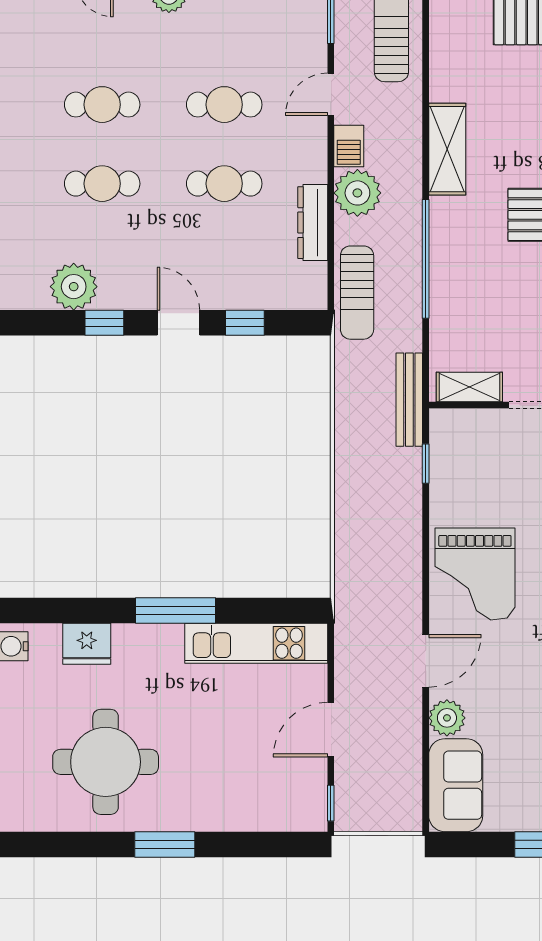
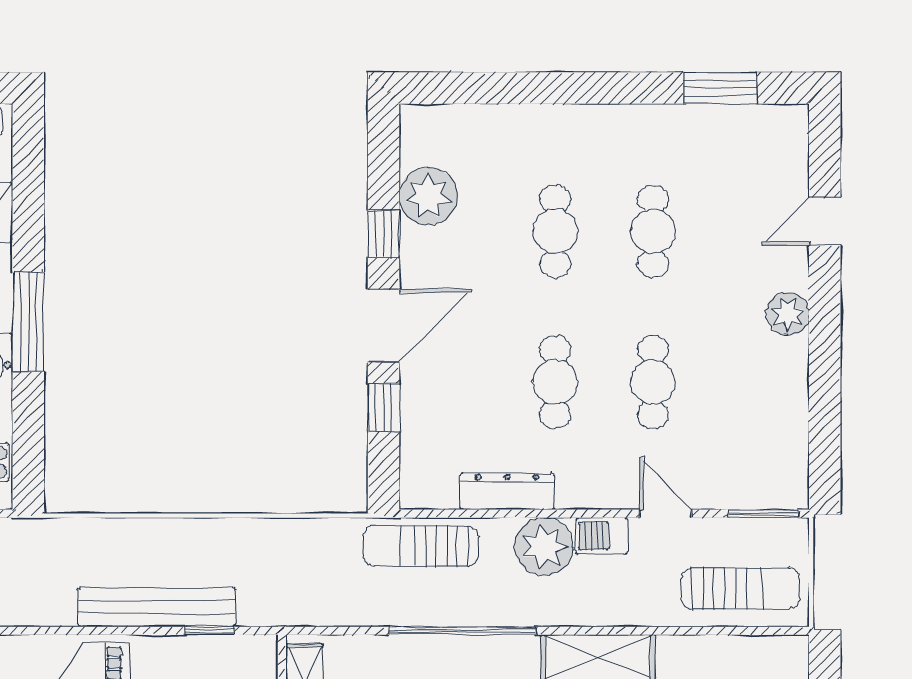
door: (178, 323) -> (384, 325), width x1.38
bench: (409, 400) -> (156, 607), moved, width x1.37, depth x1.21

